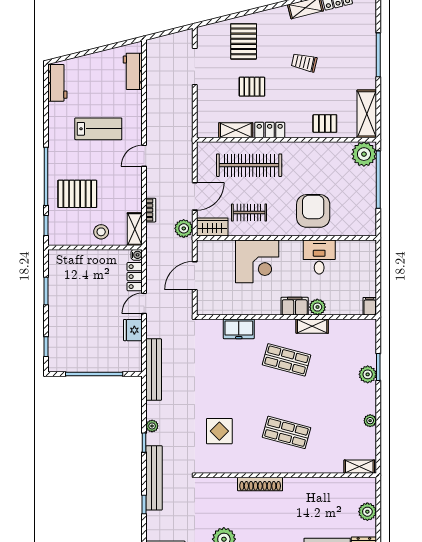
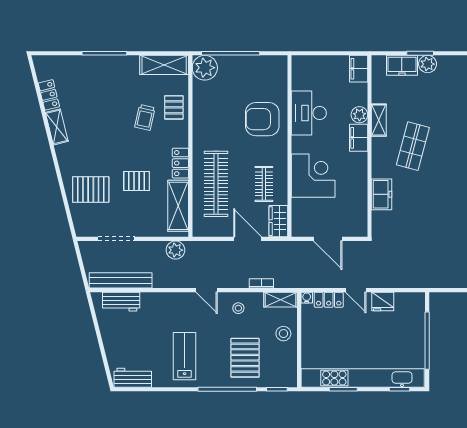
trolley: (304, 62) -> (145, 117), moved
pallet: (252, 87) -> (137, 181), turned 90
lab bench: (98, 129) -> (185, 356), moved
shelving: (236, 130) -> (178, 206), width x1.50, depth x1.33
stool: (126, 187) -> (238, 308), added
plant: (184, 228) -> (175, 250), moved
desk: (319, 257) -> (309, 113), width x1.37
filing cabinet: (370, 306) -> (359, 69), width x2.00
kitchen unit: (57, 310) -> (363, 378), added
freezer: (366, 349) -> (402, 65), added
bench: (154, 370) -> (121, 280), moved

